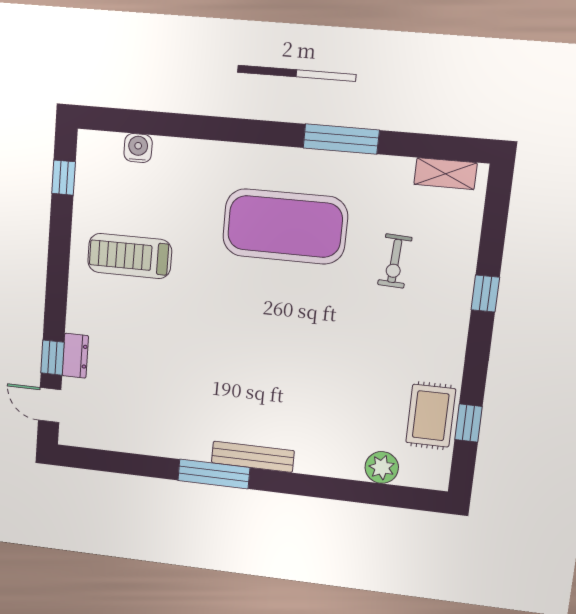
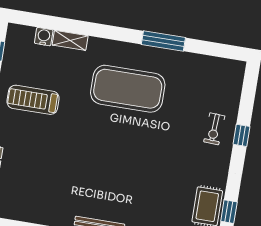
shelving: (445, 174) -> (70, 40), moved
exercise bike: (395, 261) -> (214, 129), moved

